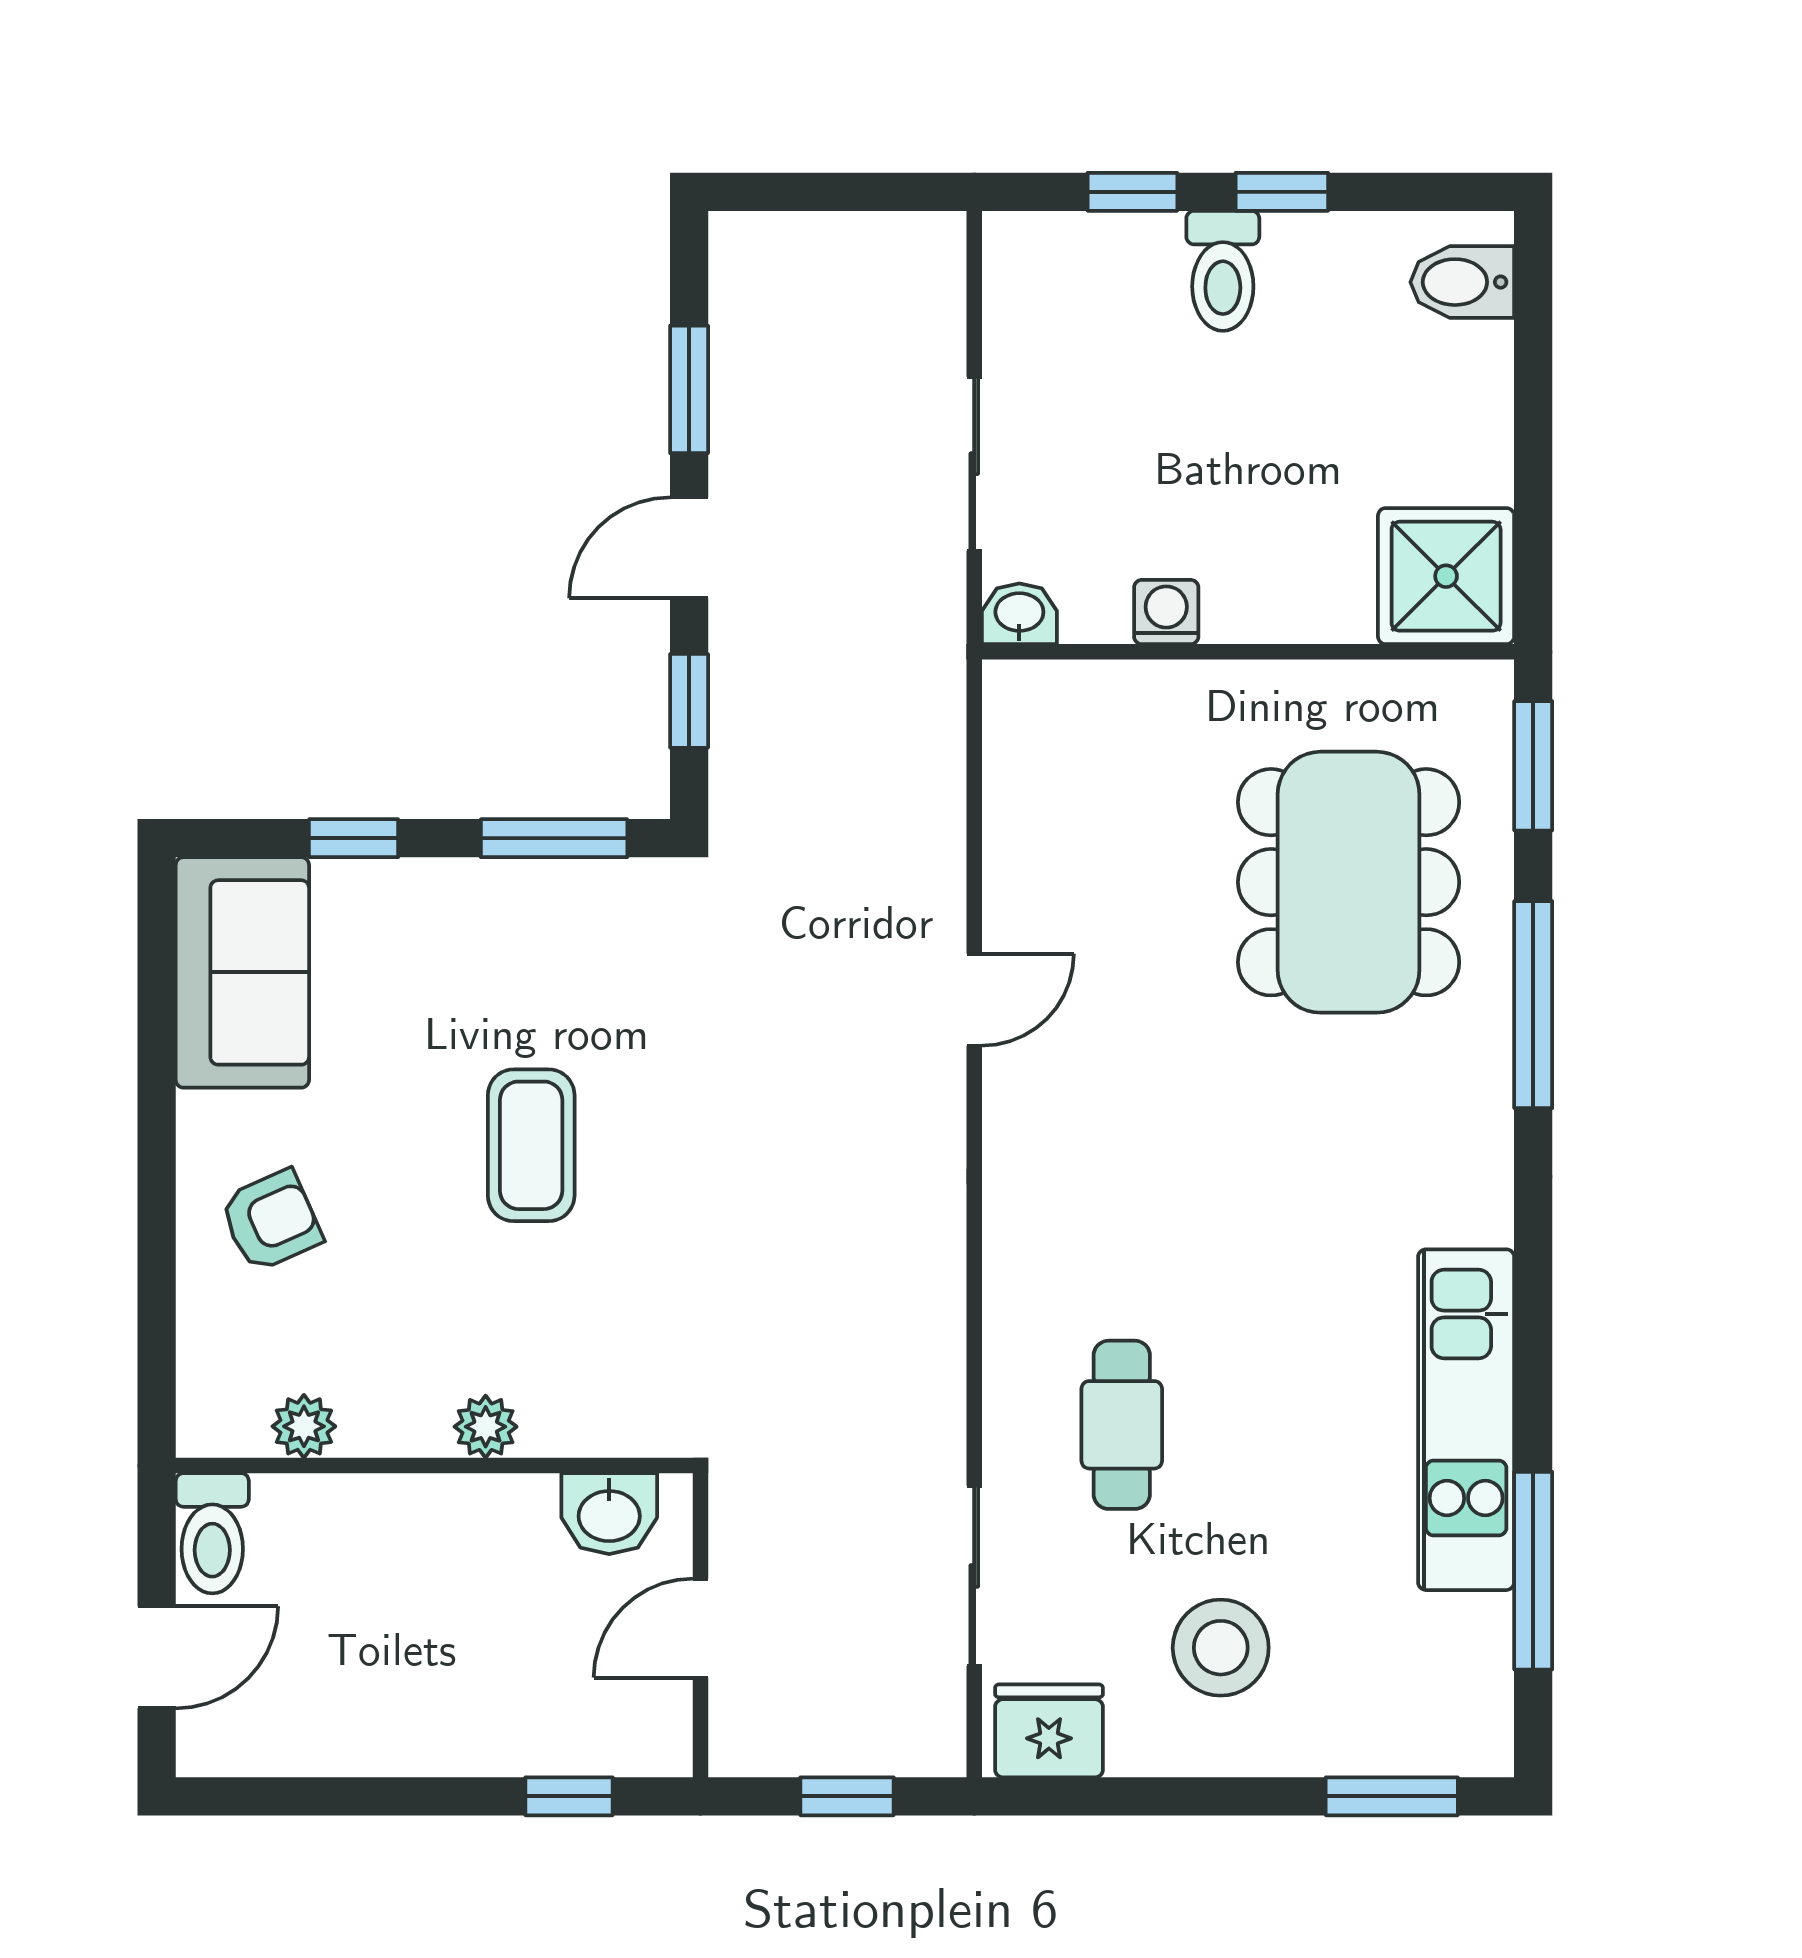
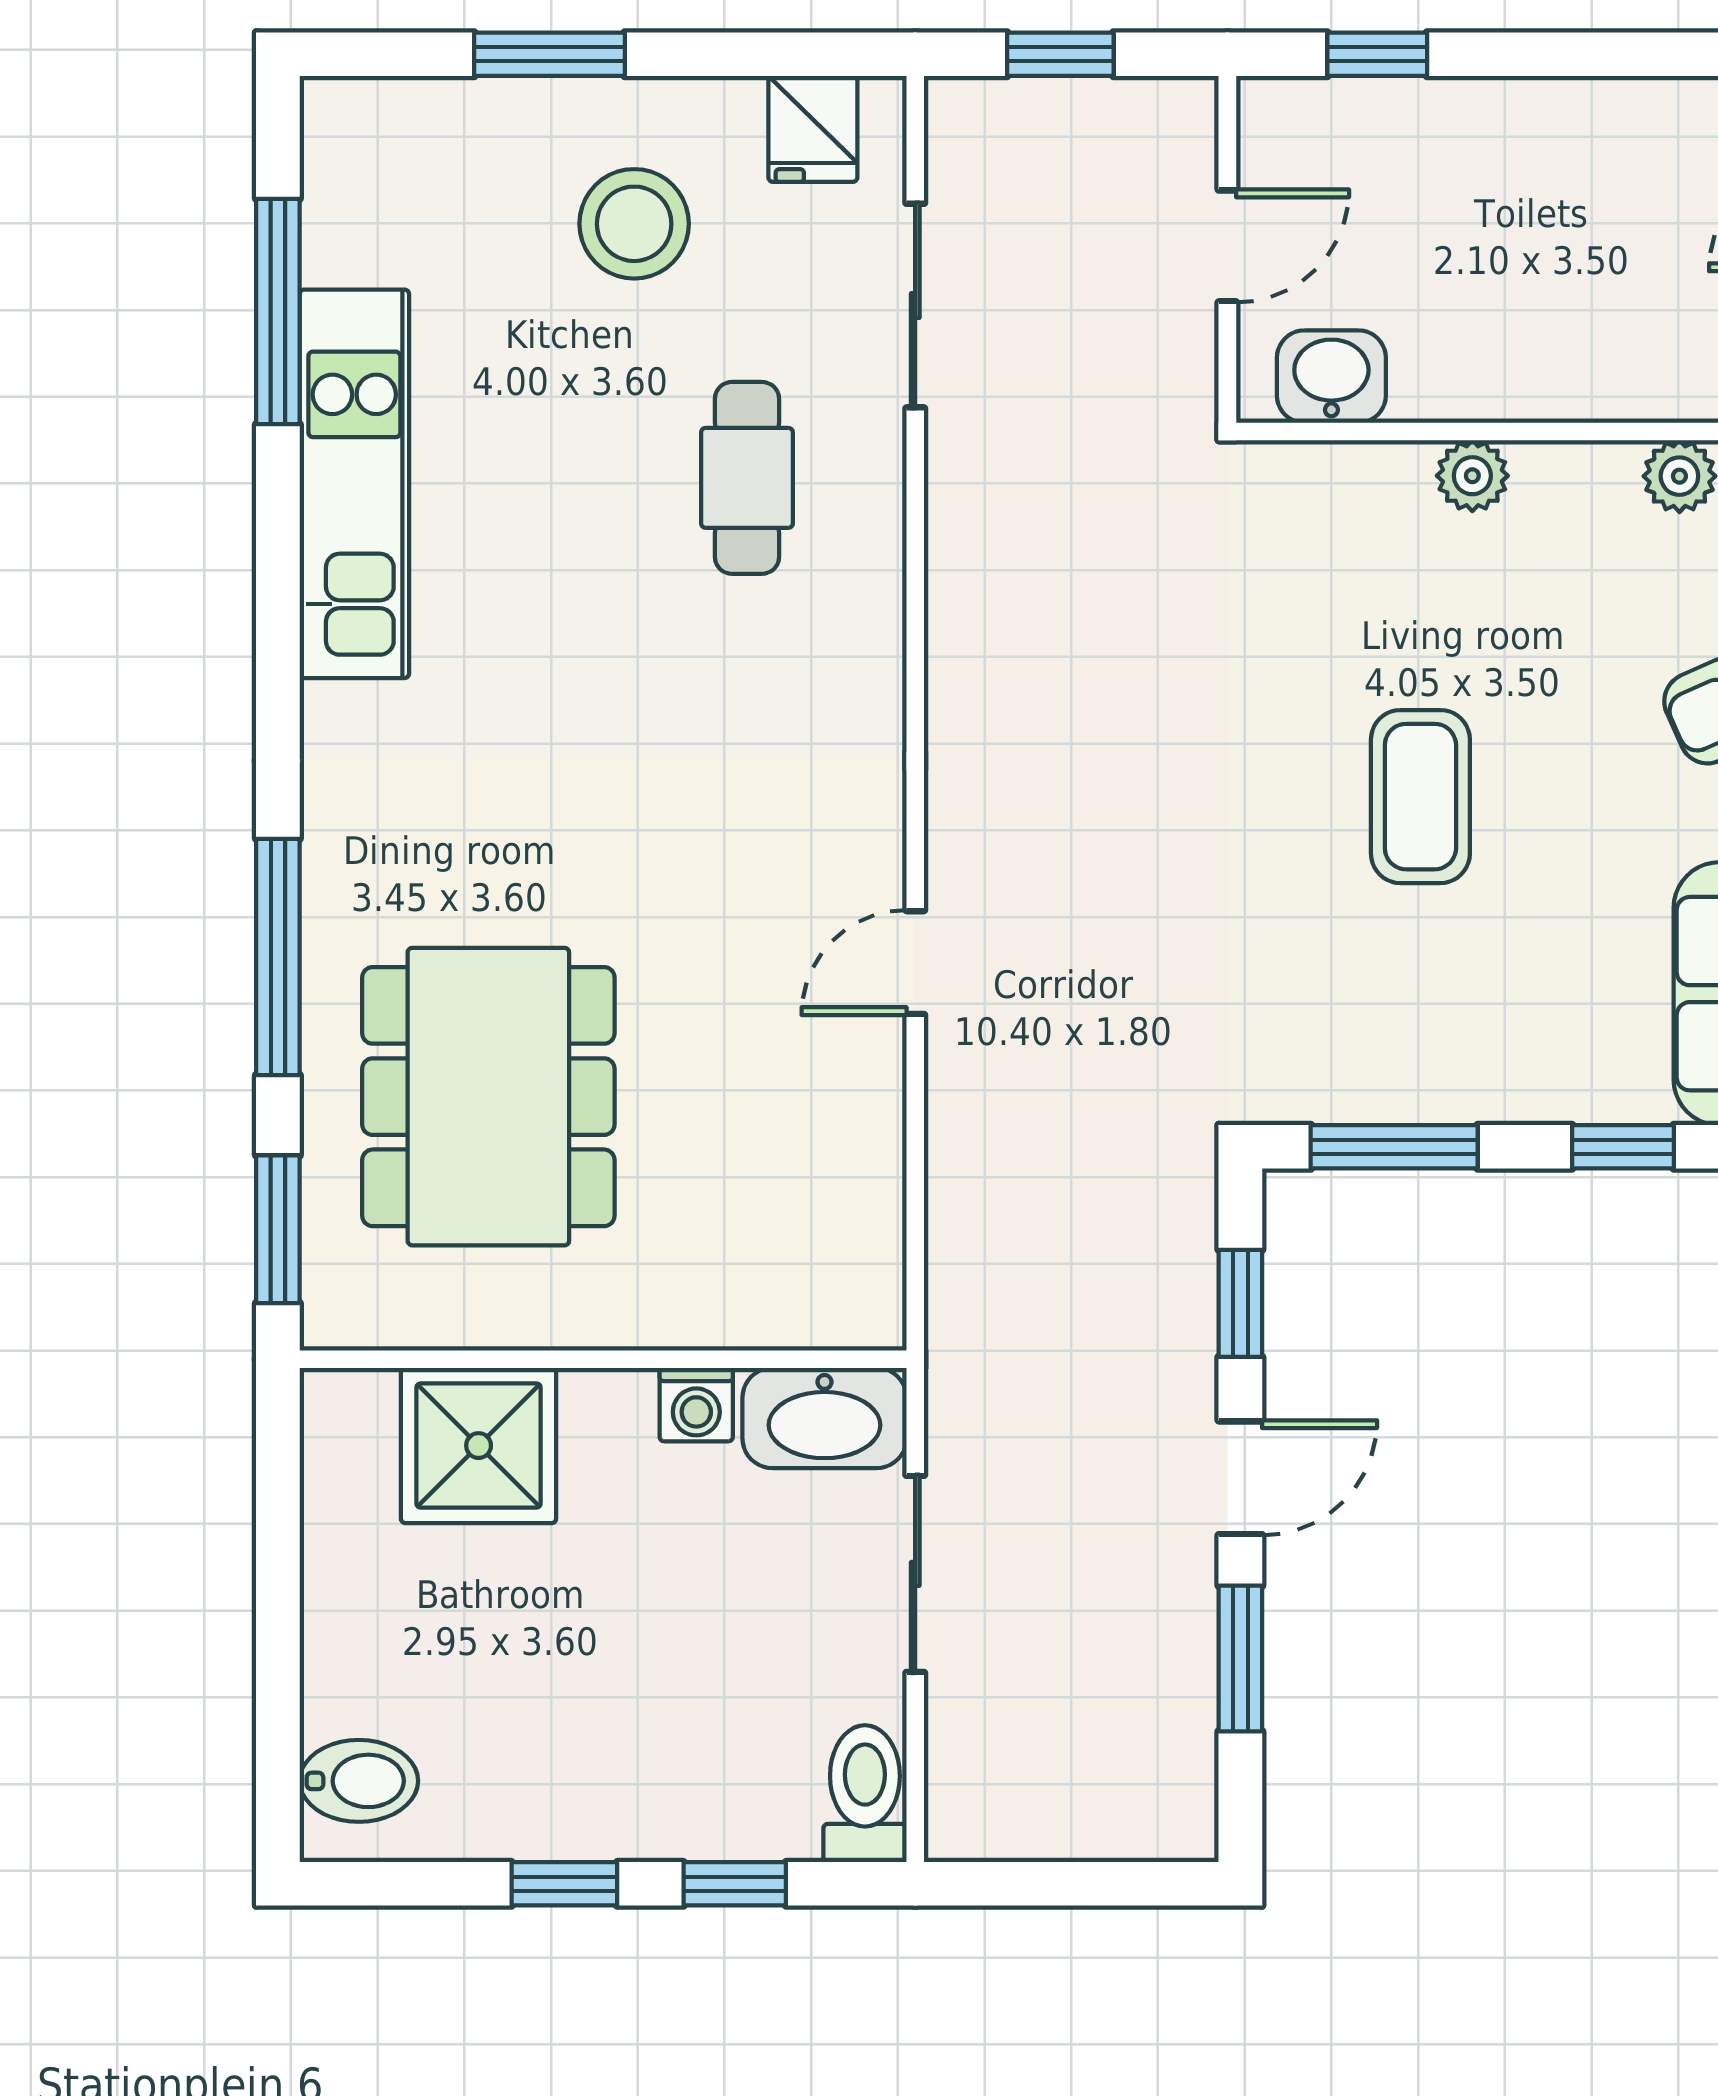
toilet: (1223, 271) -> (865, 1794), moved
shower: (1446, 576) -> (479, 1446), moved
washbasin: (1019, 614) -> (824, 1418), width x1.91, depth x1.45
fridge: (1049, 1731) -> (813, 129), width x0.72
window: (1392, 1796) -> (549, 54), moved

